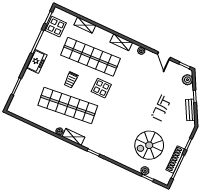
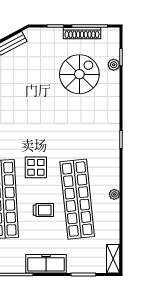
freezer: (37, 61) -> (46, 264), width x1.40
shelving: (73, 137) -> (113, 259), moved
spiral stairs: (149, 145) -> (79, 74), turned -90

